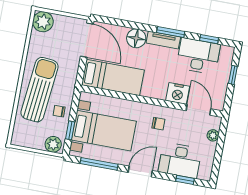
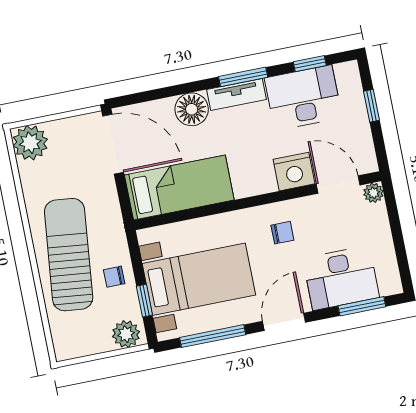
plant: (213, 135) -> (373, 193), moved
window: (185, 180) -> (362, 306), width x1.50

